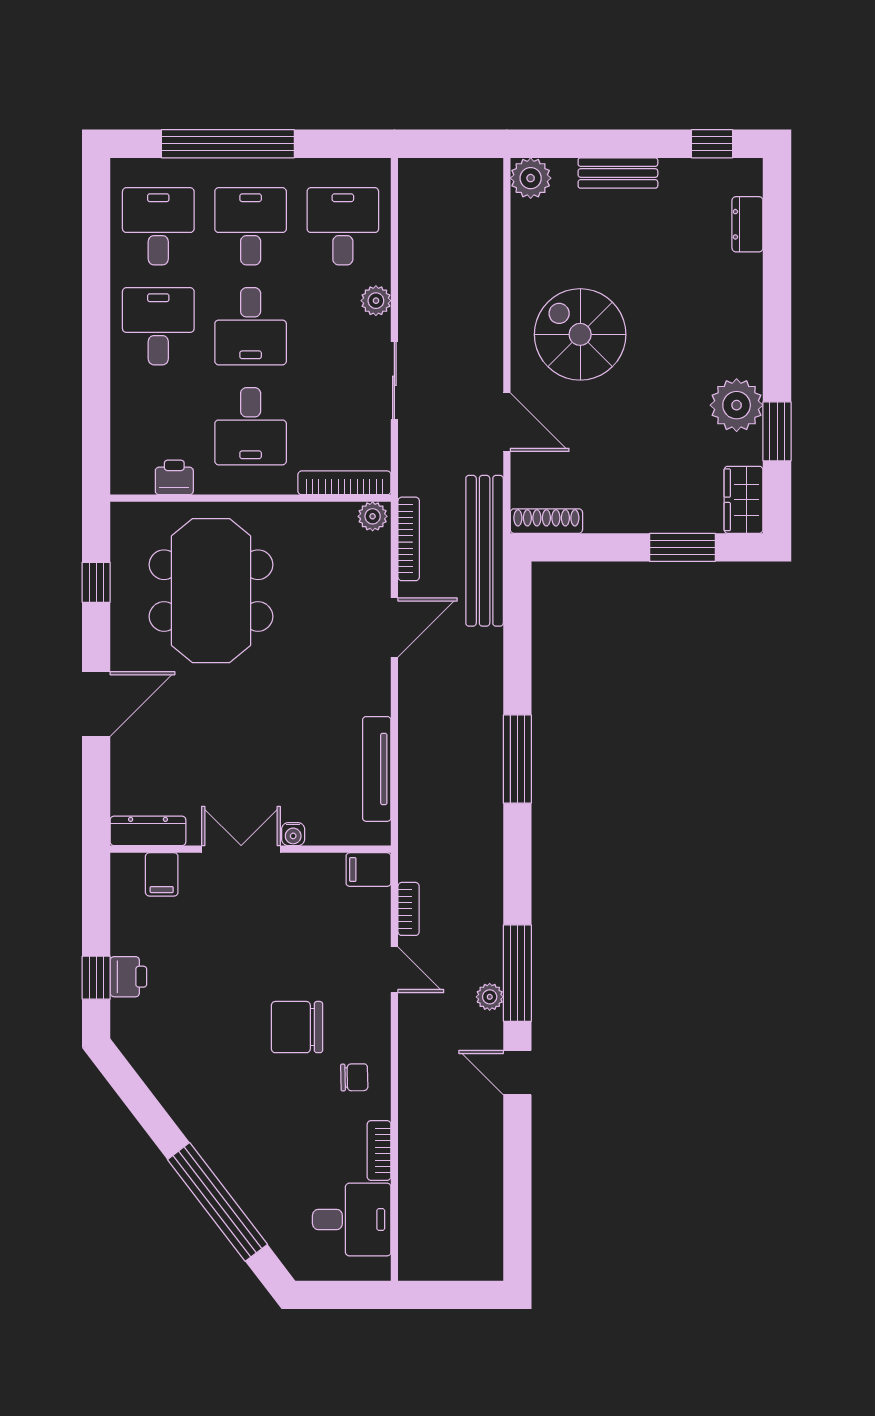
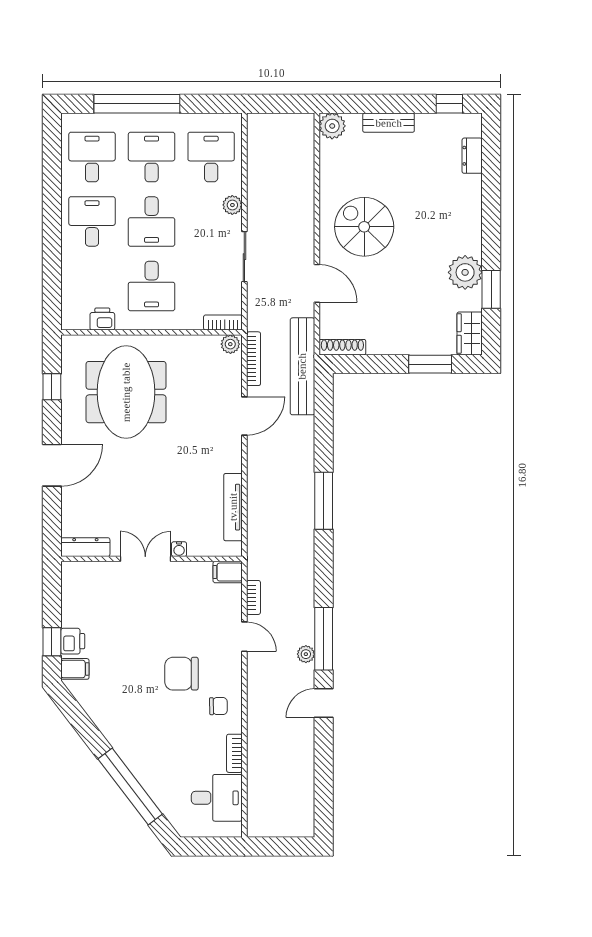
bookcase: (344, 483) -> (223, 323), width x0.64
filing cabinet: (162, 874) -> (75, 669), moved, turned -90
door: (517, 1073) -> (324, 703), hinge flipped

